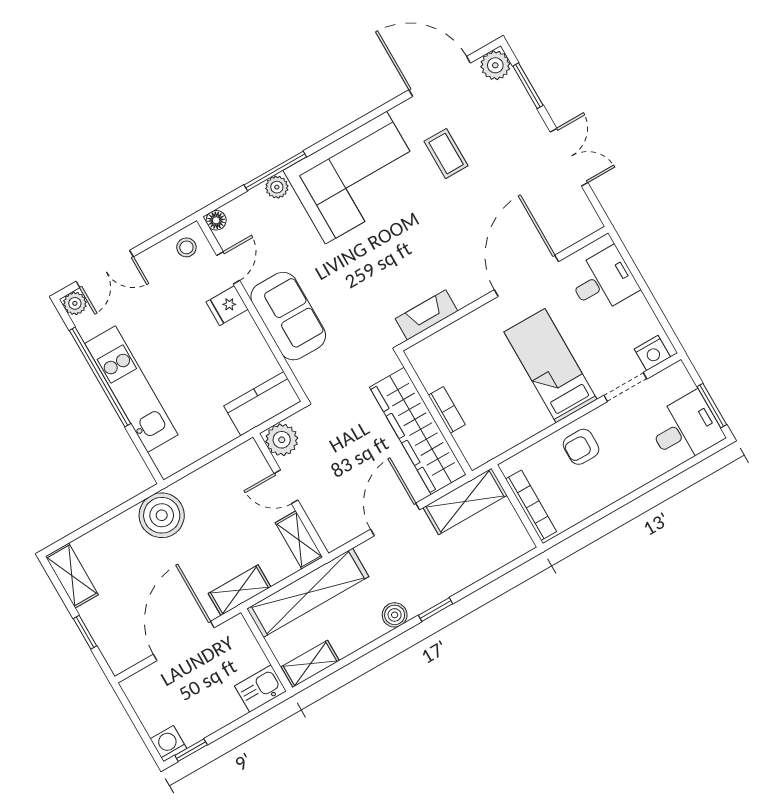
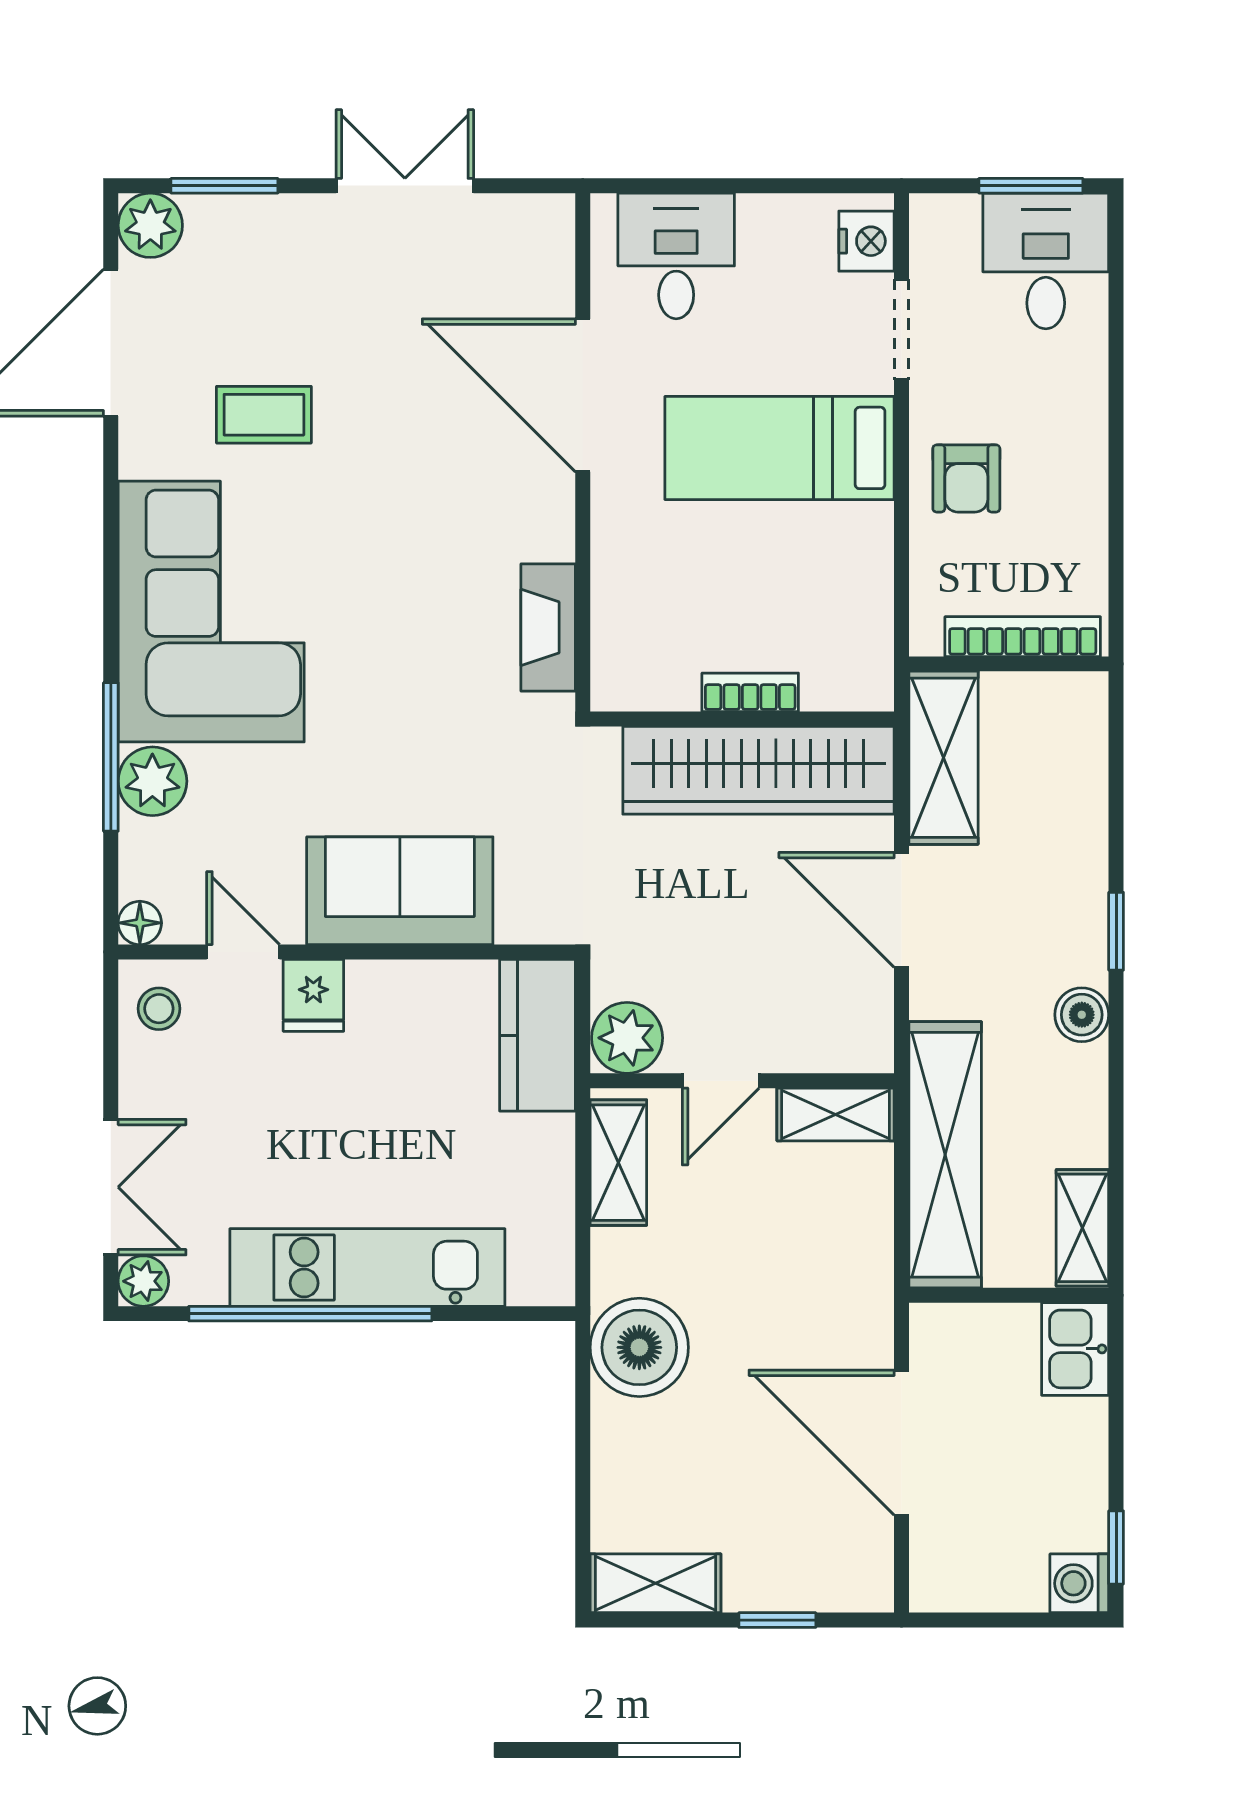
plant: (277, 187) -> (152, 781), width x1.38, depth x1.38
shelving: (240, 590) -> (618, 1163), moved

